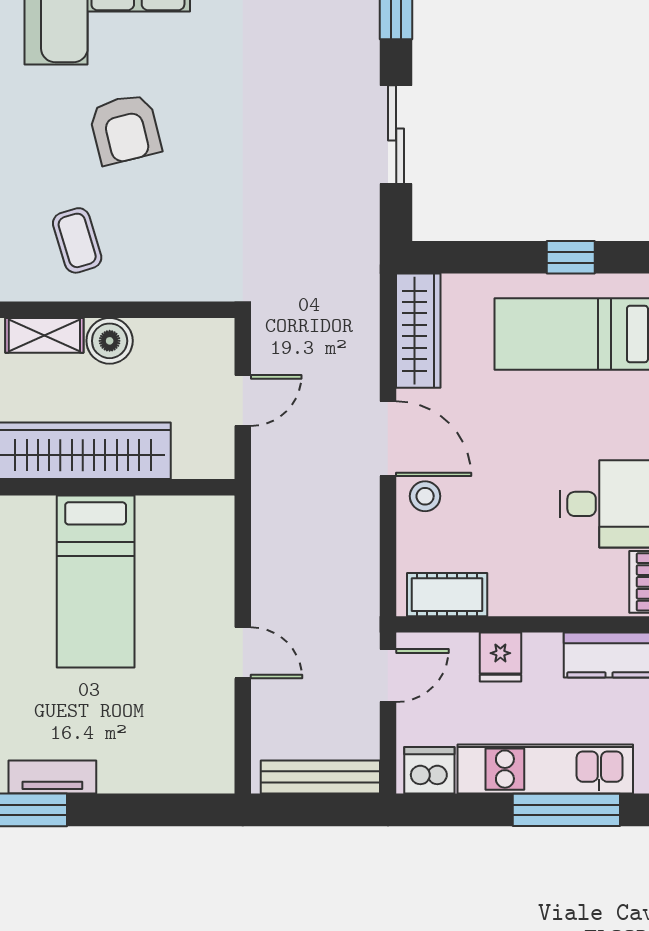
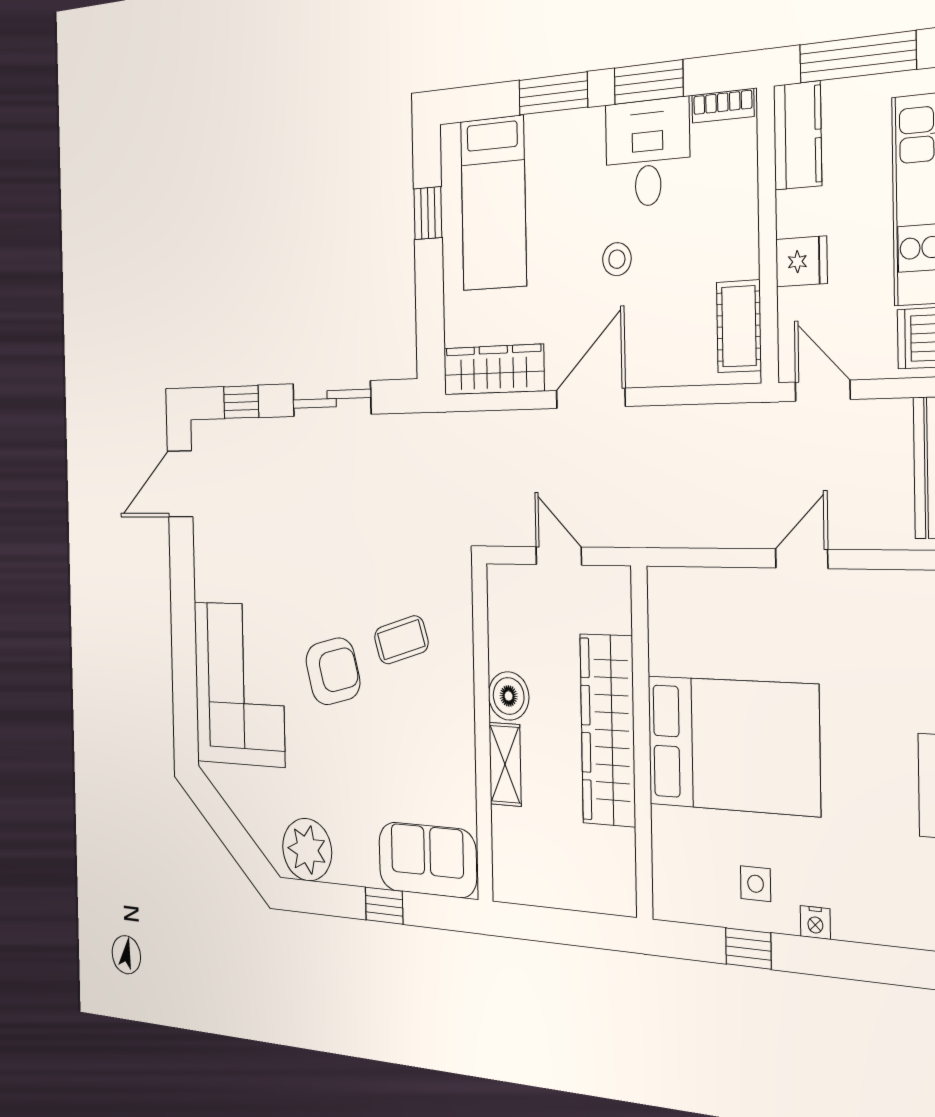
coffee table: (77, 240) -> (401, 640), moved
stool: (425, 496) -> (617, 259), moved
bed: (96, 581) -> (733, 745), width x1.50

